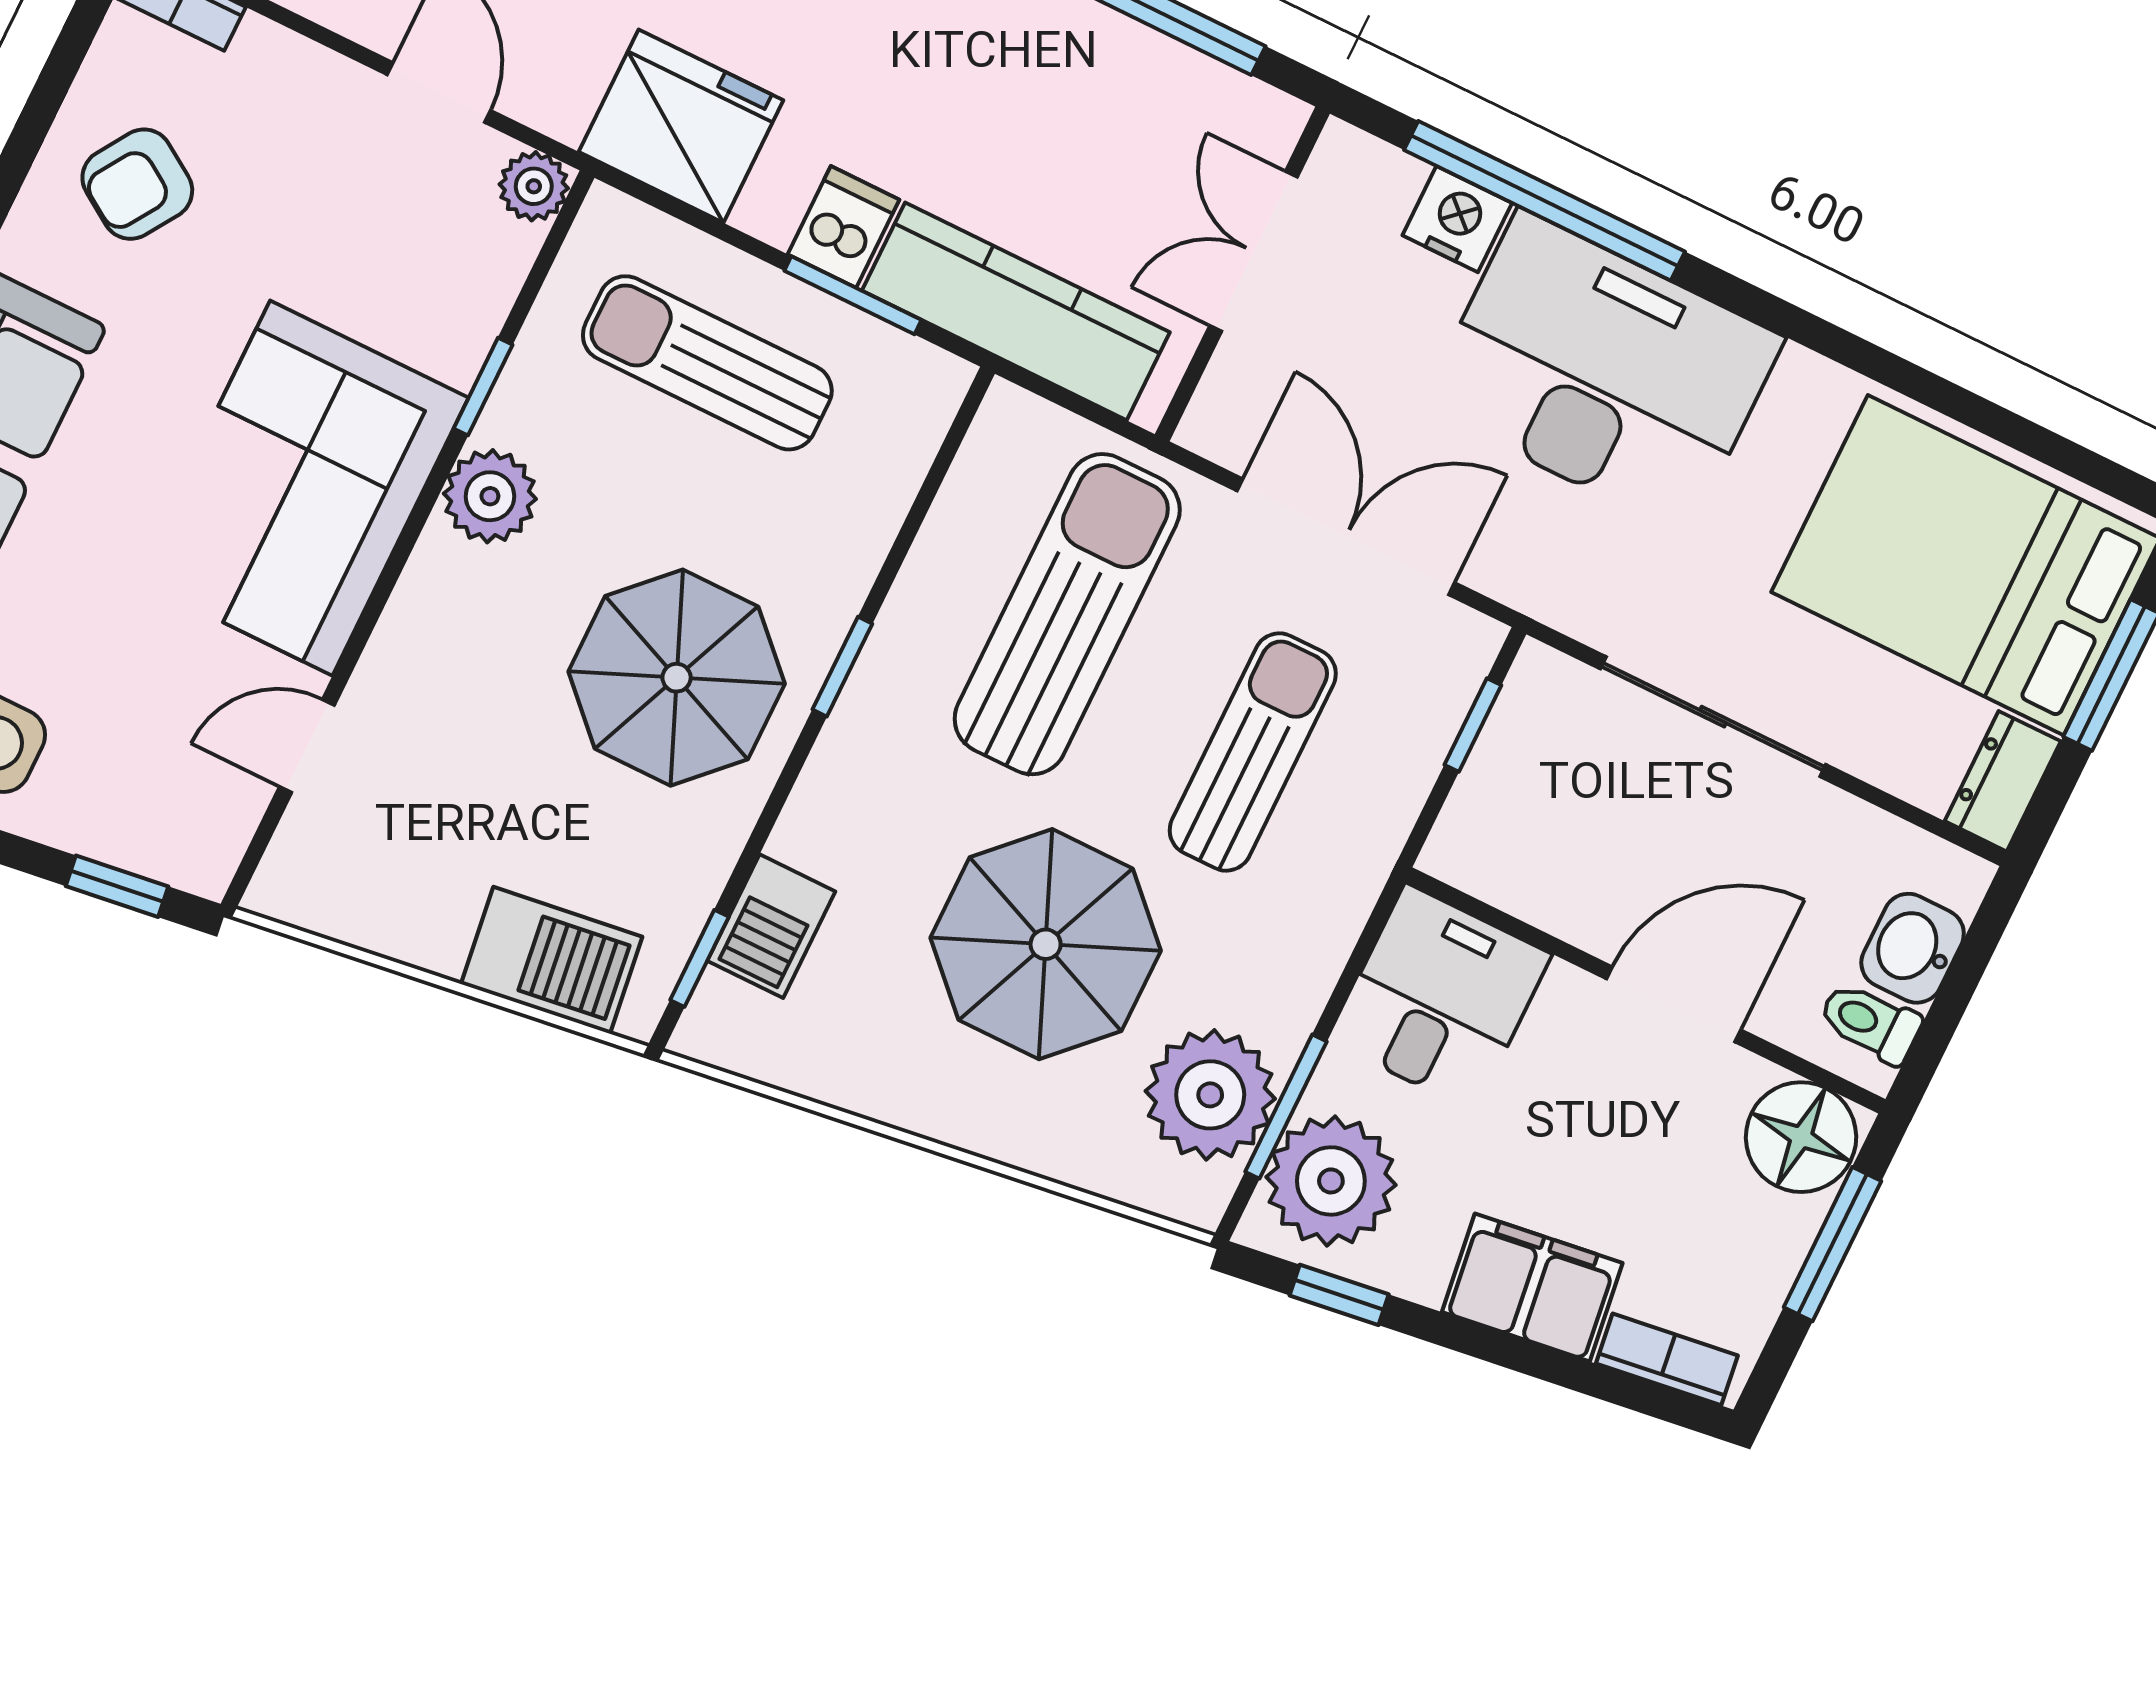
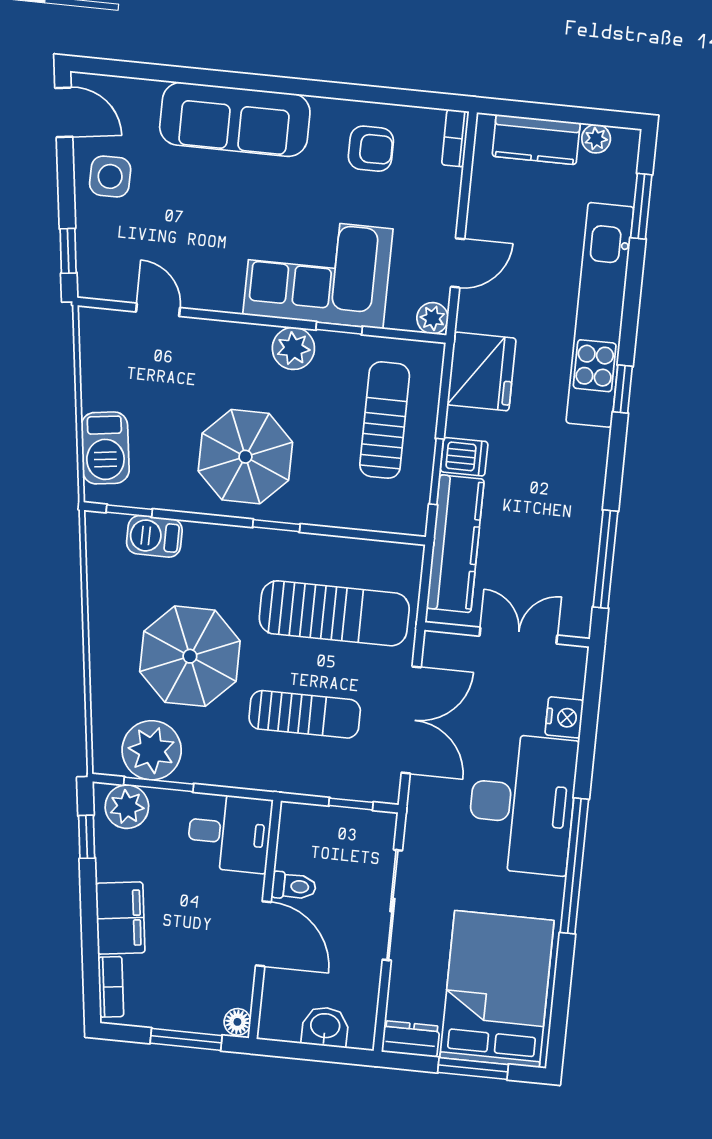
armchair: (137, 184) -> (371, 149), turned 147
window: (1545, 201) -> (574, 866), moved
corner sofa: (301, 488) -> (318, 272), moved
toilet: (1870, 1022) -> (294, 886), moved, turned 90
floor lamp: (1801, 1137) -> (237, 1022), width x0.53, depth x0.53
plant: (1331, 1181) -> (127, 807), width x0.73, depth x0.73

